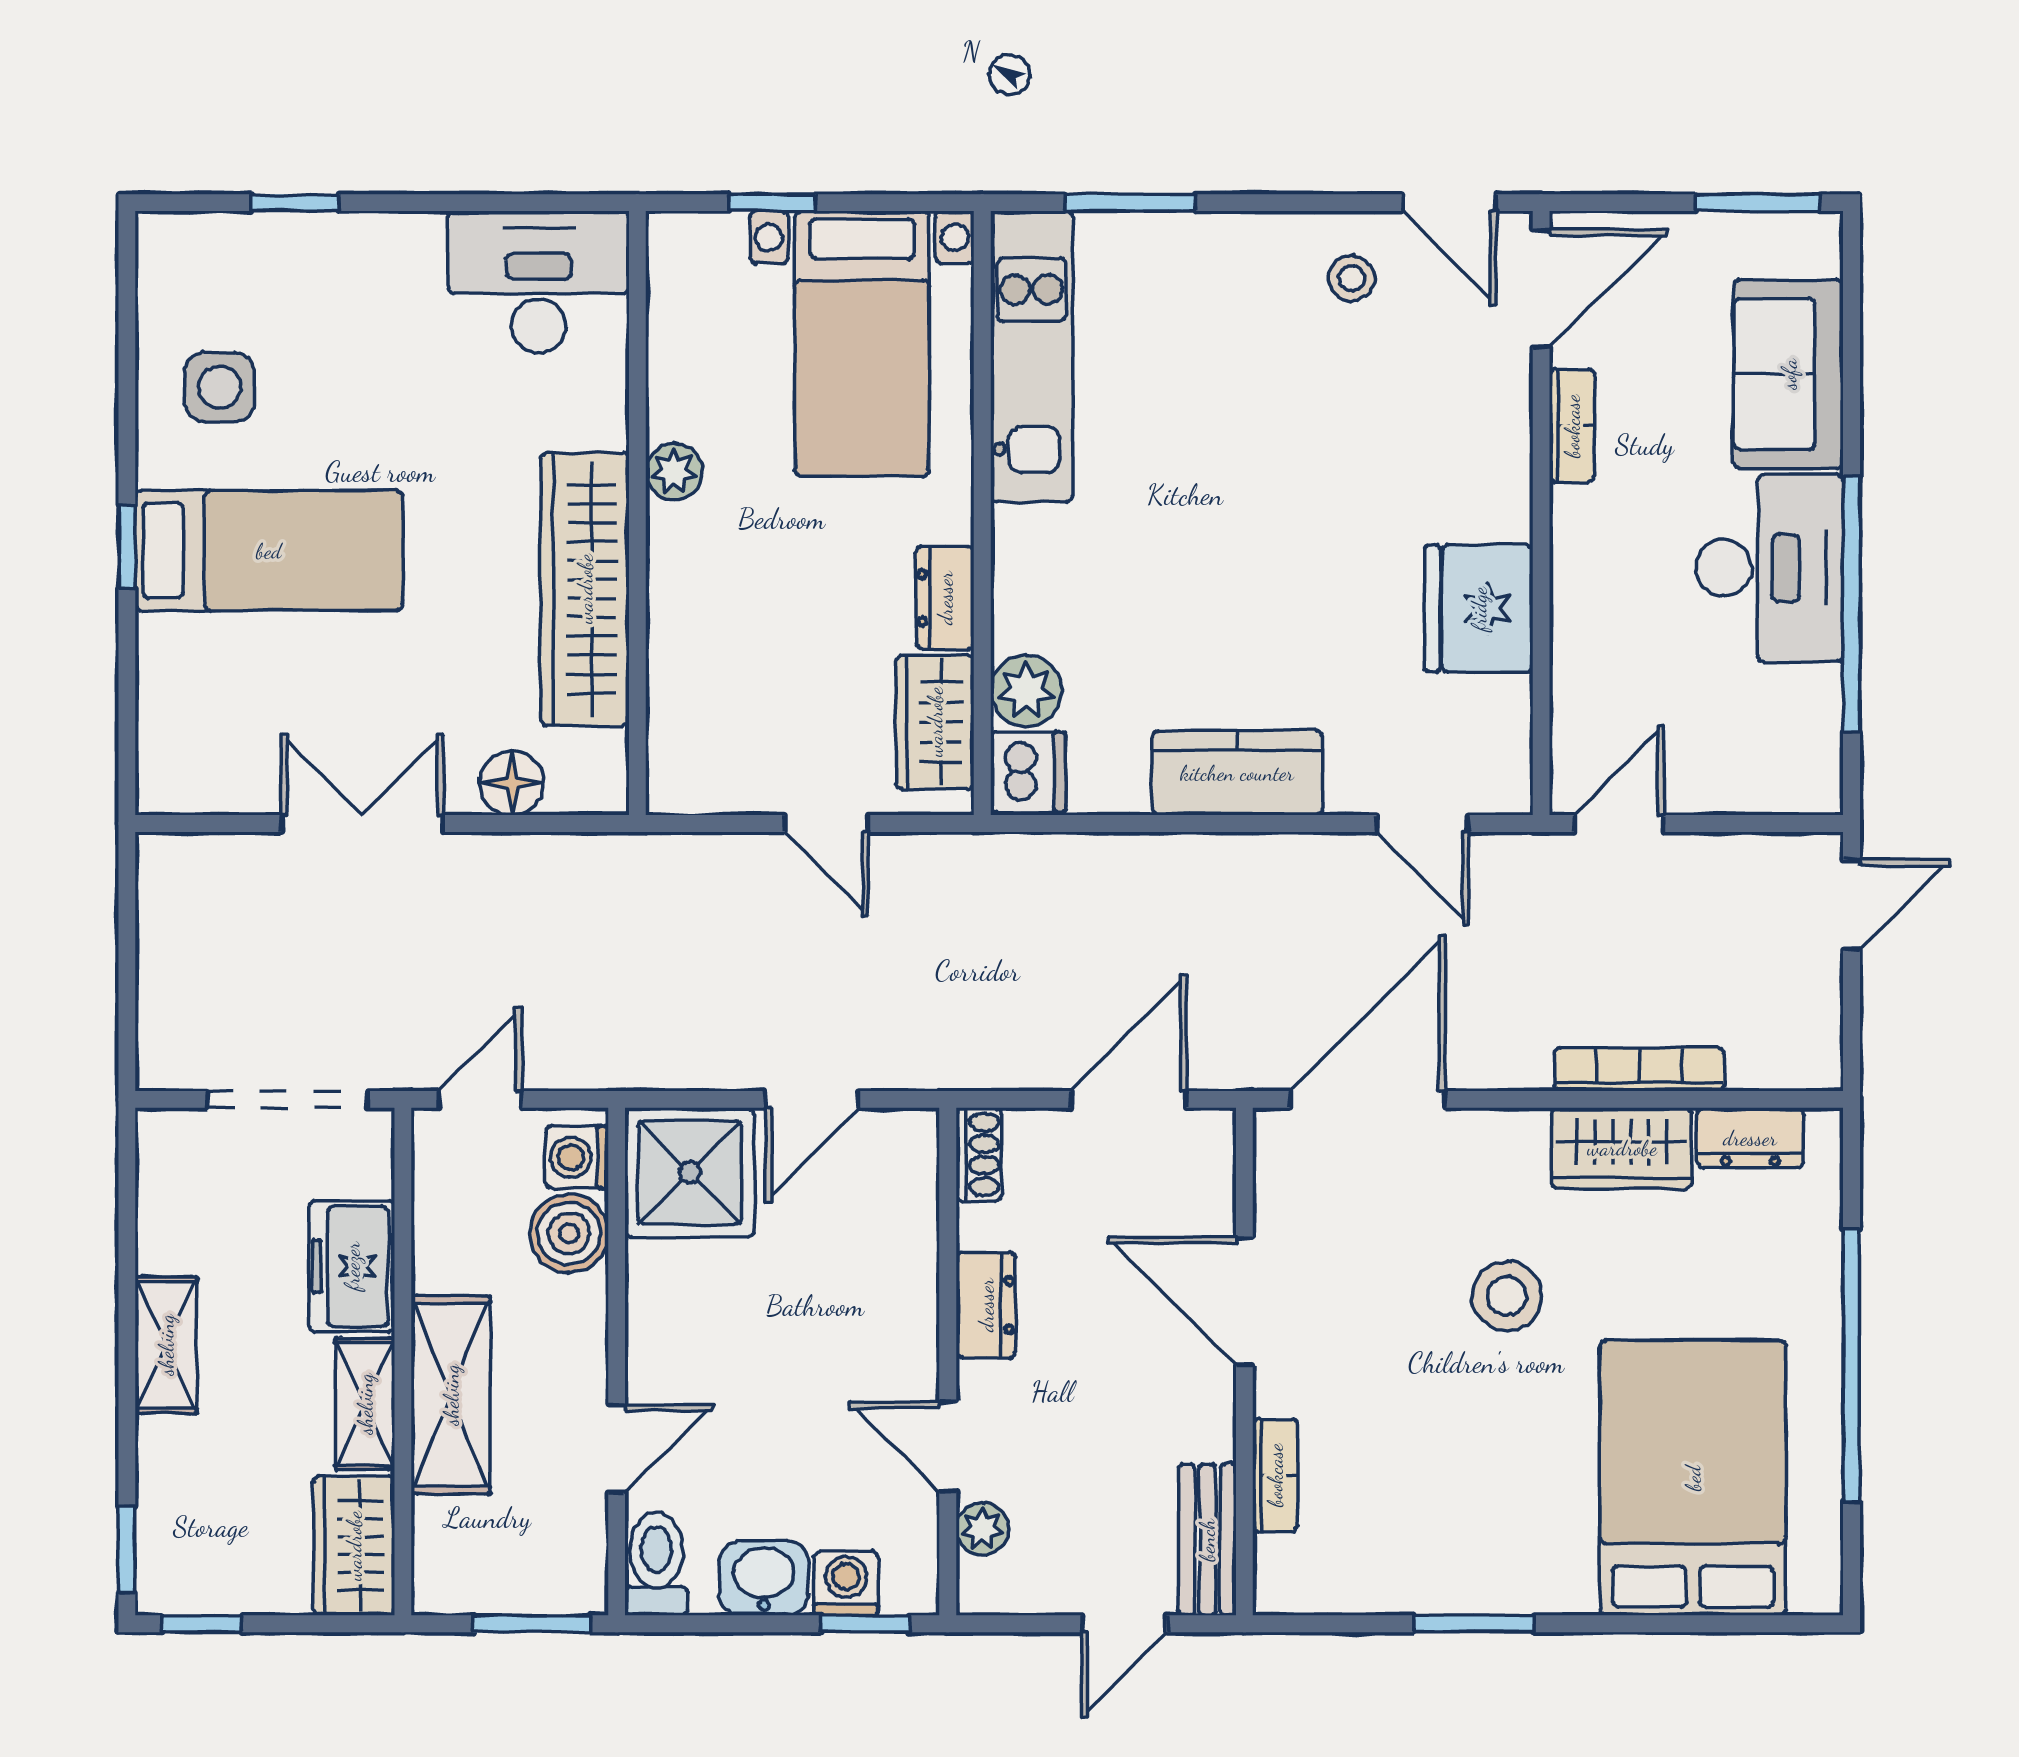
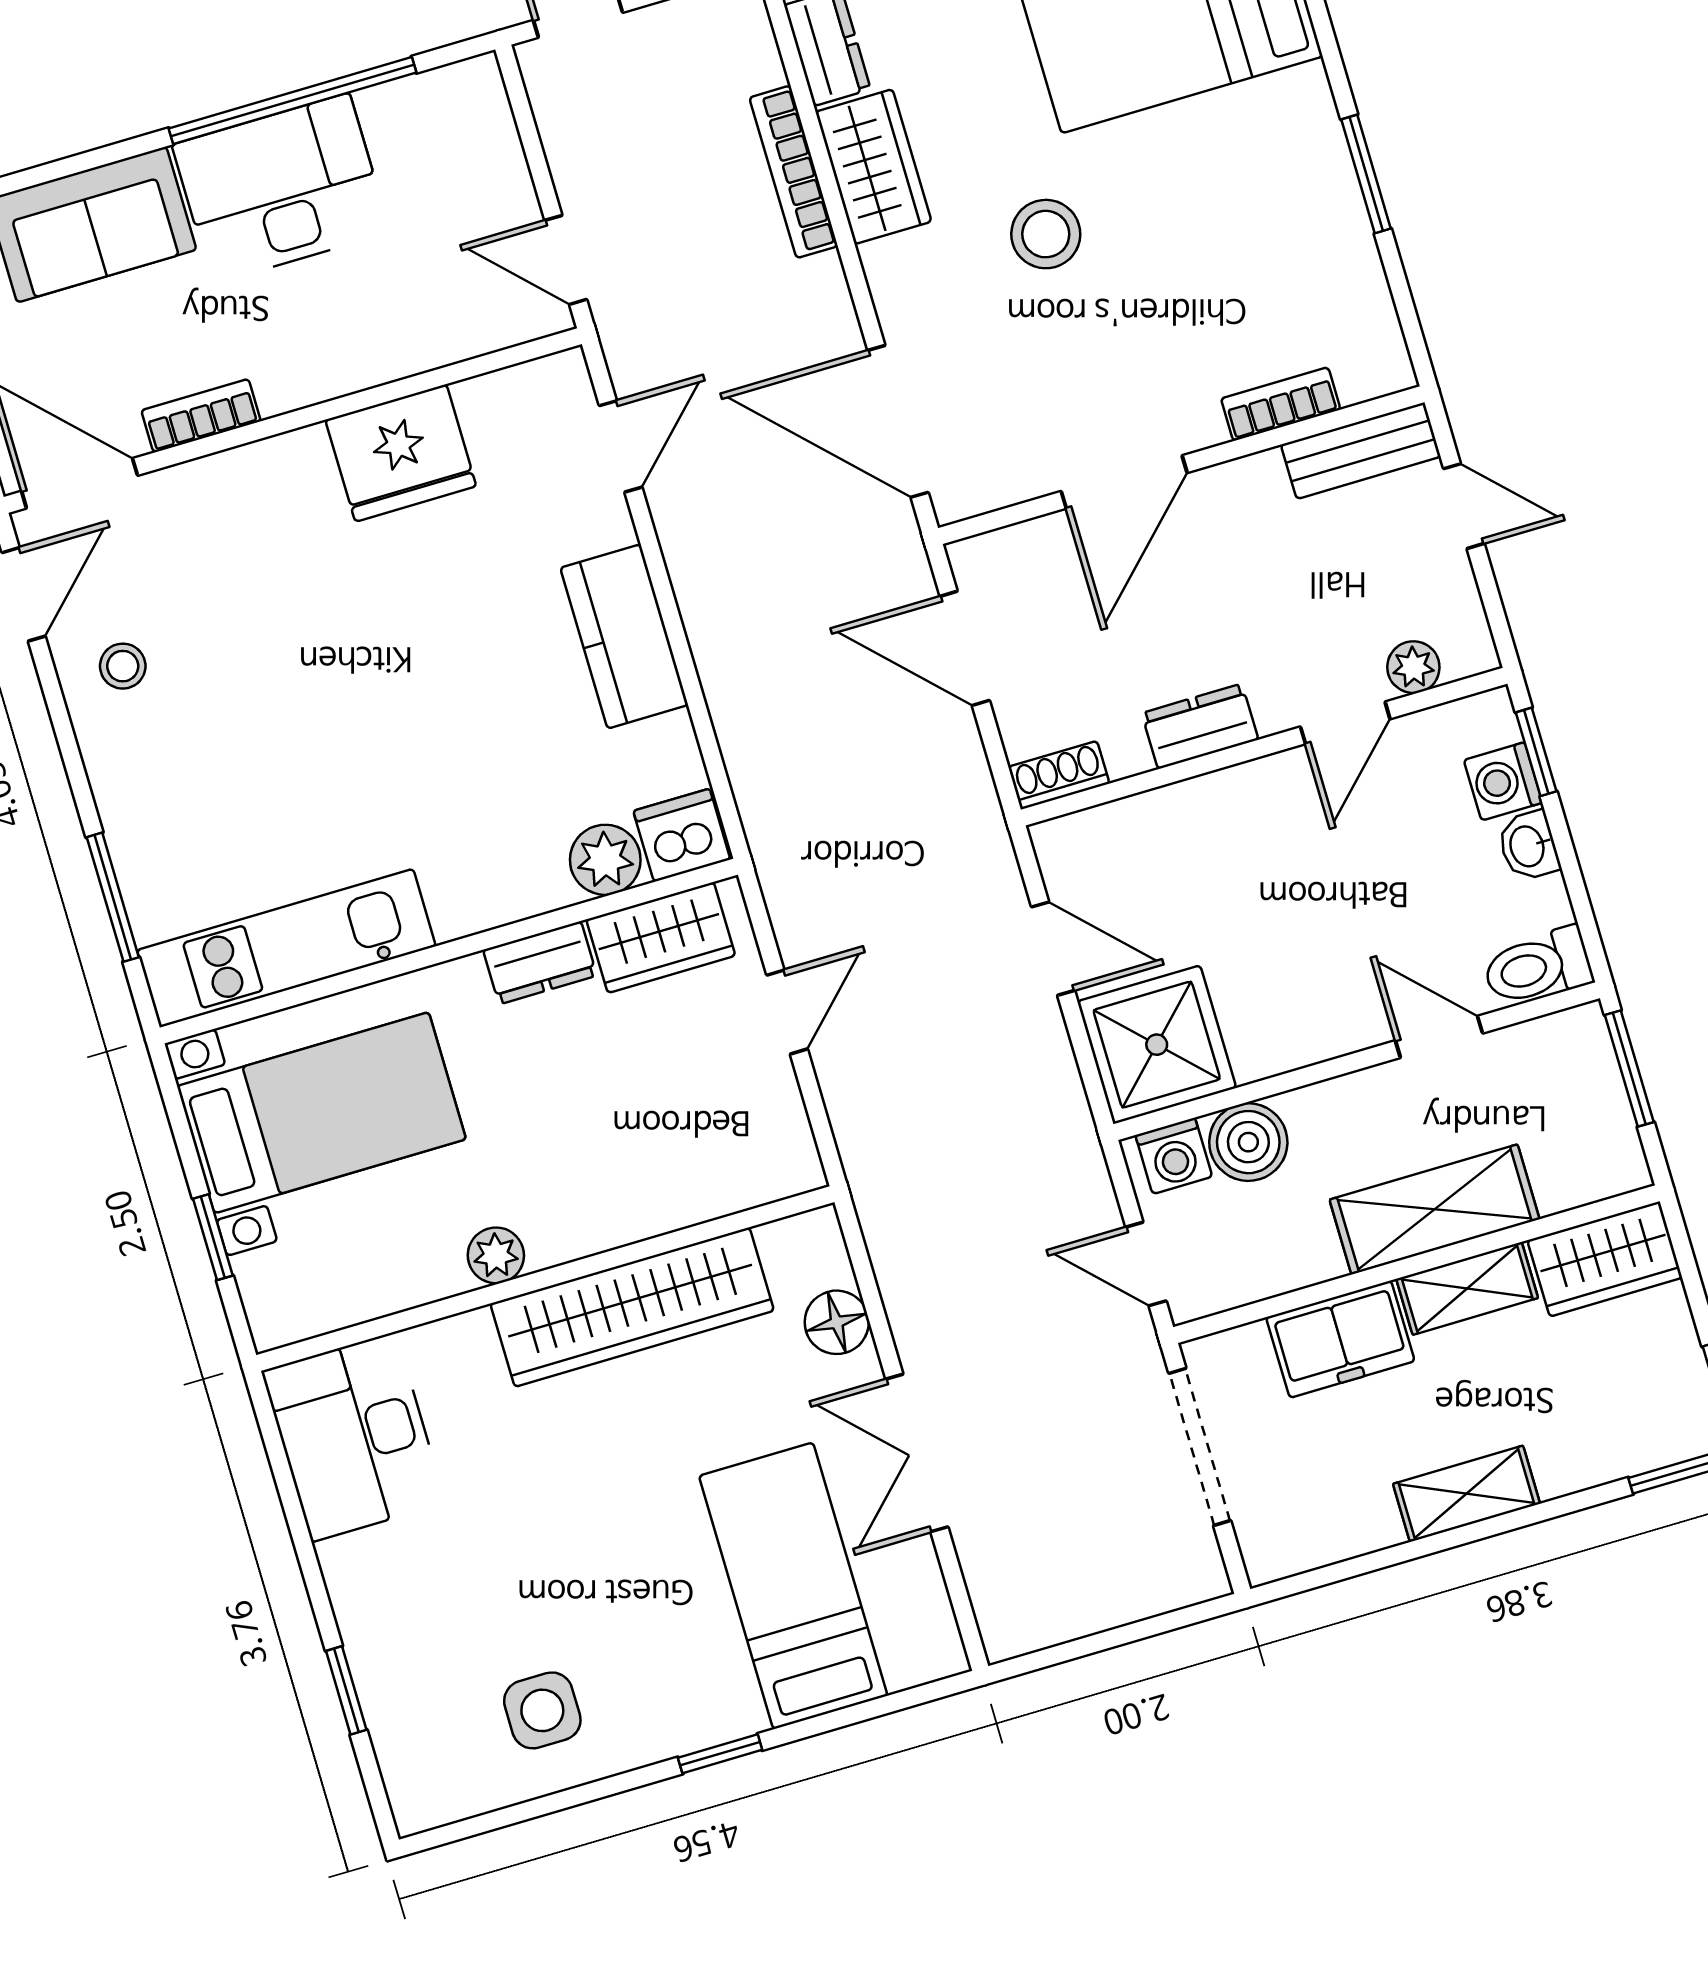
bed: (269, 551) -> (793, 1586), moved
washbasin: (764, 1578) -> (1528, 846), width x0.72, depth x0.69

